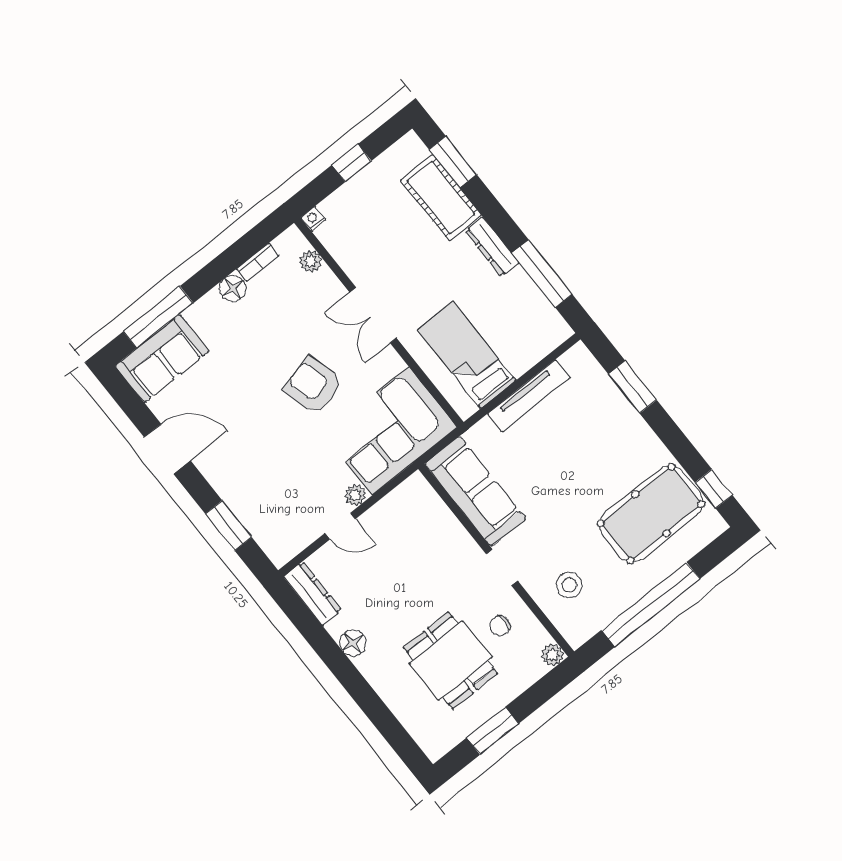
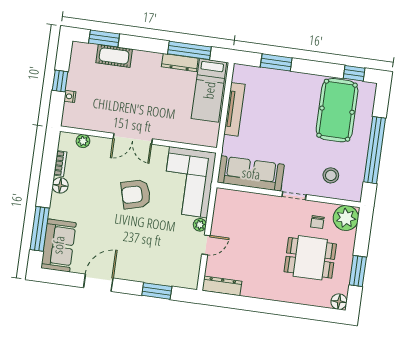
cot: (441, 198) -> (114, 56), width x0.73, depth x0.75
nightstand: (313, 219) -> (70, 96), moved
dresser: (492, 247) -> (180, 63), moved
bed: (467, 355) -> (209, 90), moved, turned -90
floor lamp: (353, 643) -> (339, 302), moved
plant: (552, 655) -> (346, 218), width x1.88, depth x1.88

